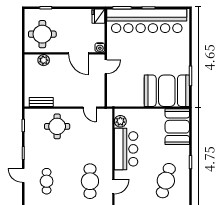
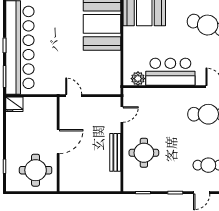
water cooler: (100, 47) -> (51, 103), removed
door: (79, 53) -> (58, 142), moved
plant: (44, 60) -> (66, 169), removed
bench: (41, 102) -> (115, 152), moved, width x1.36

